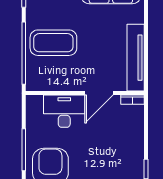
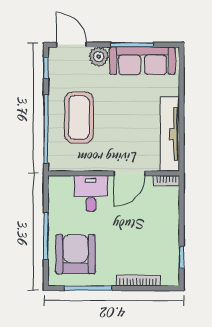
coffee table: (53, 43) -> (79, 118), turned 90
desk: (64, 111) -> (91, 193), width x0.73

